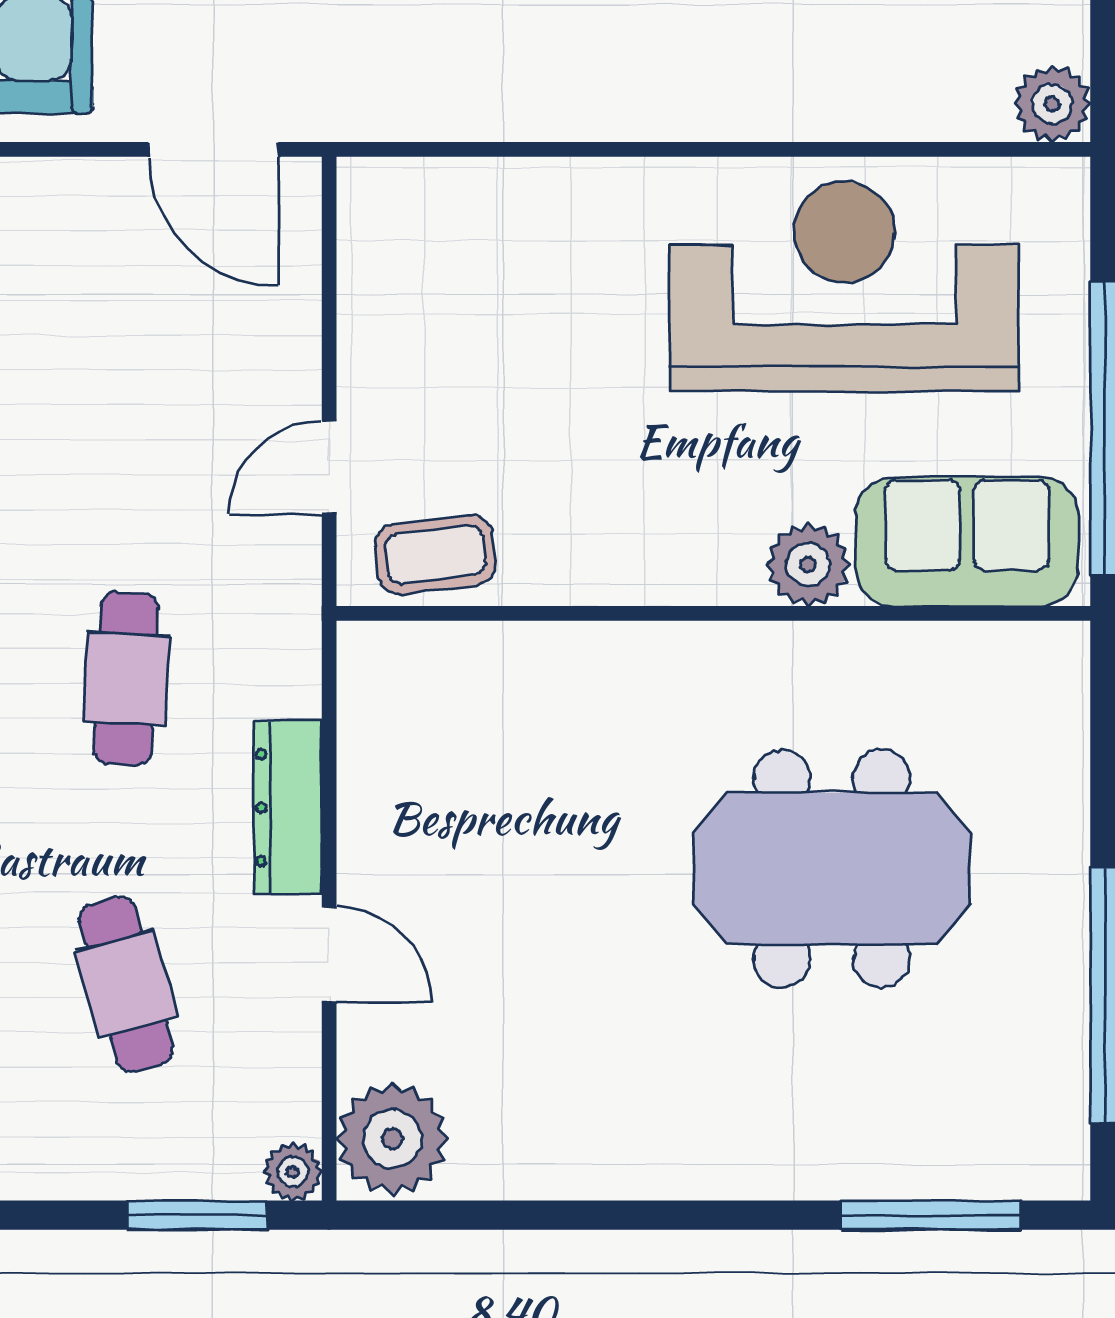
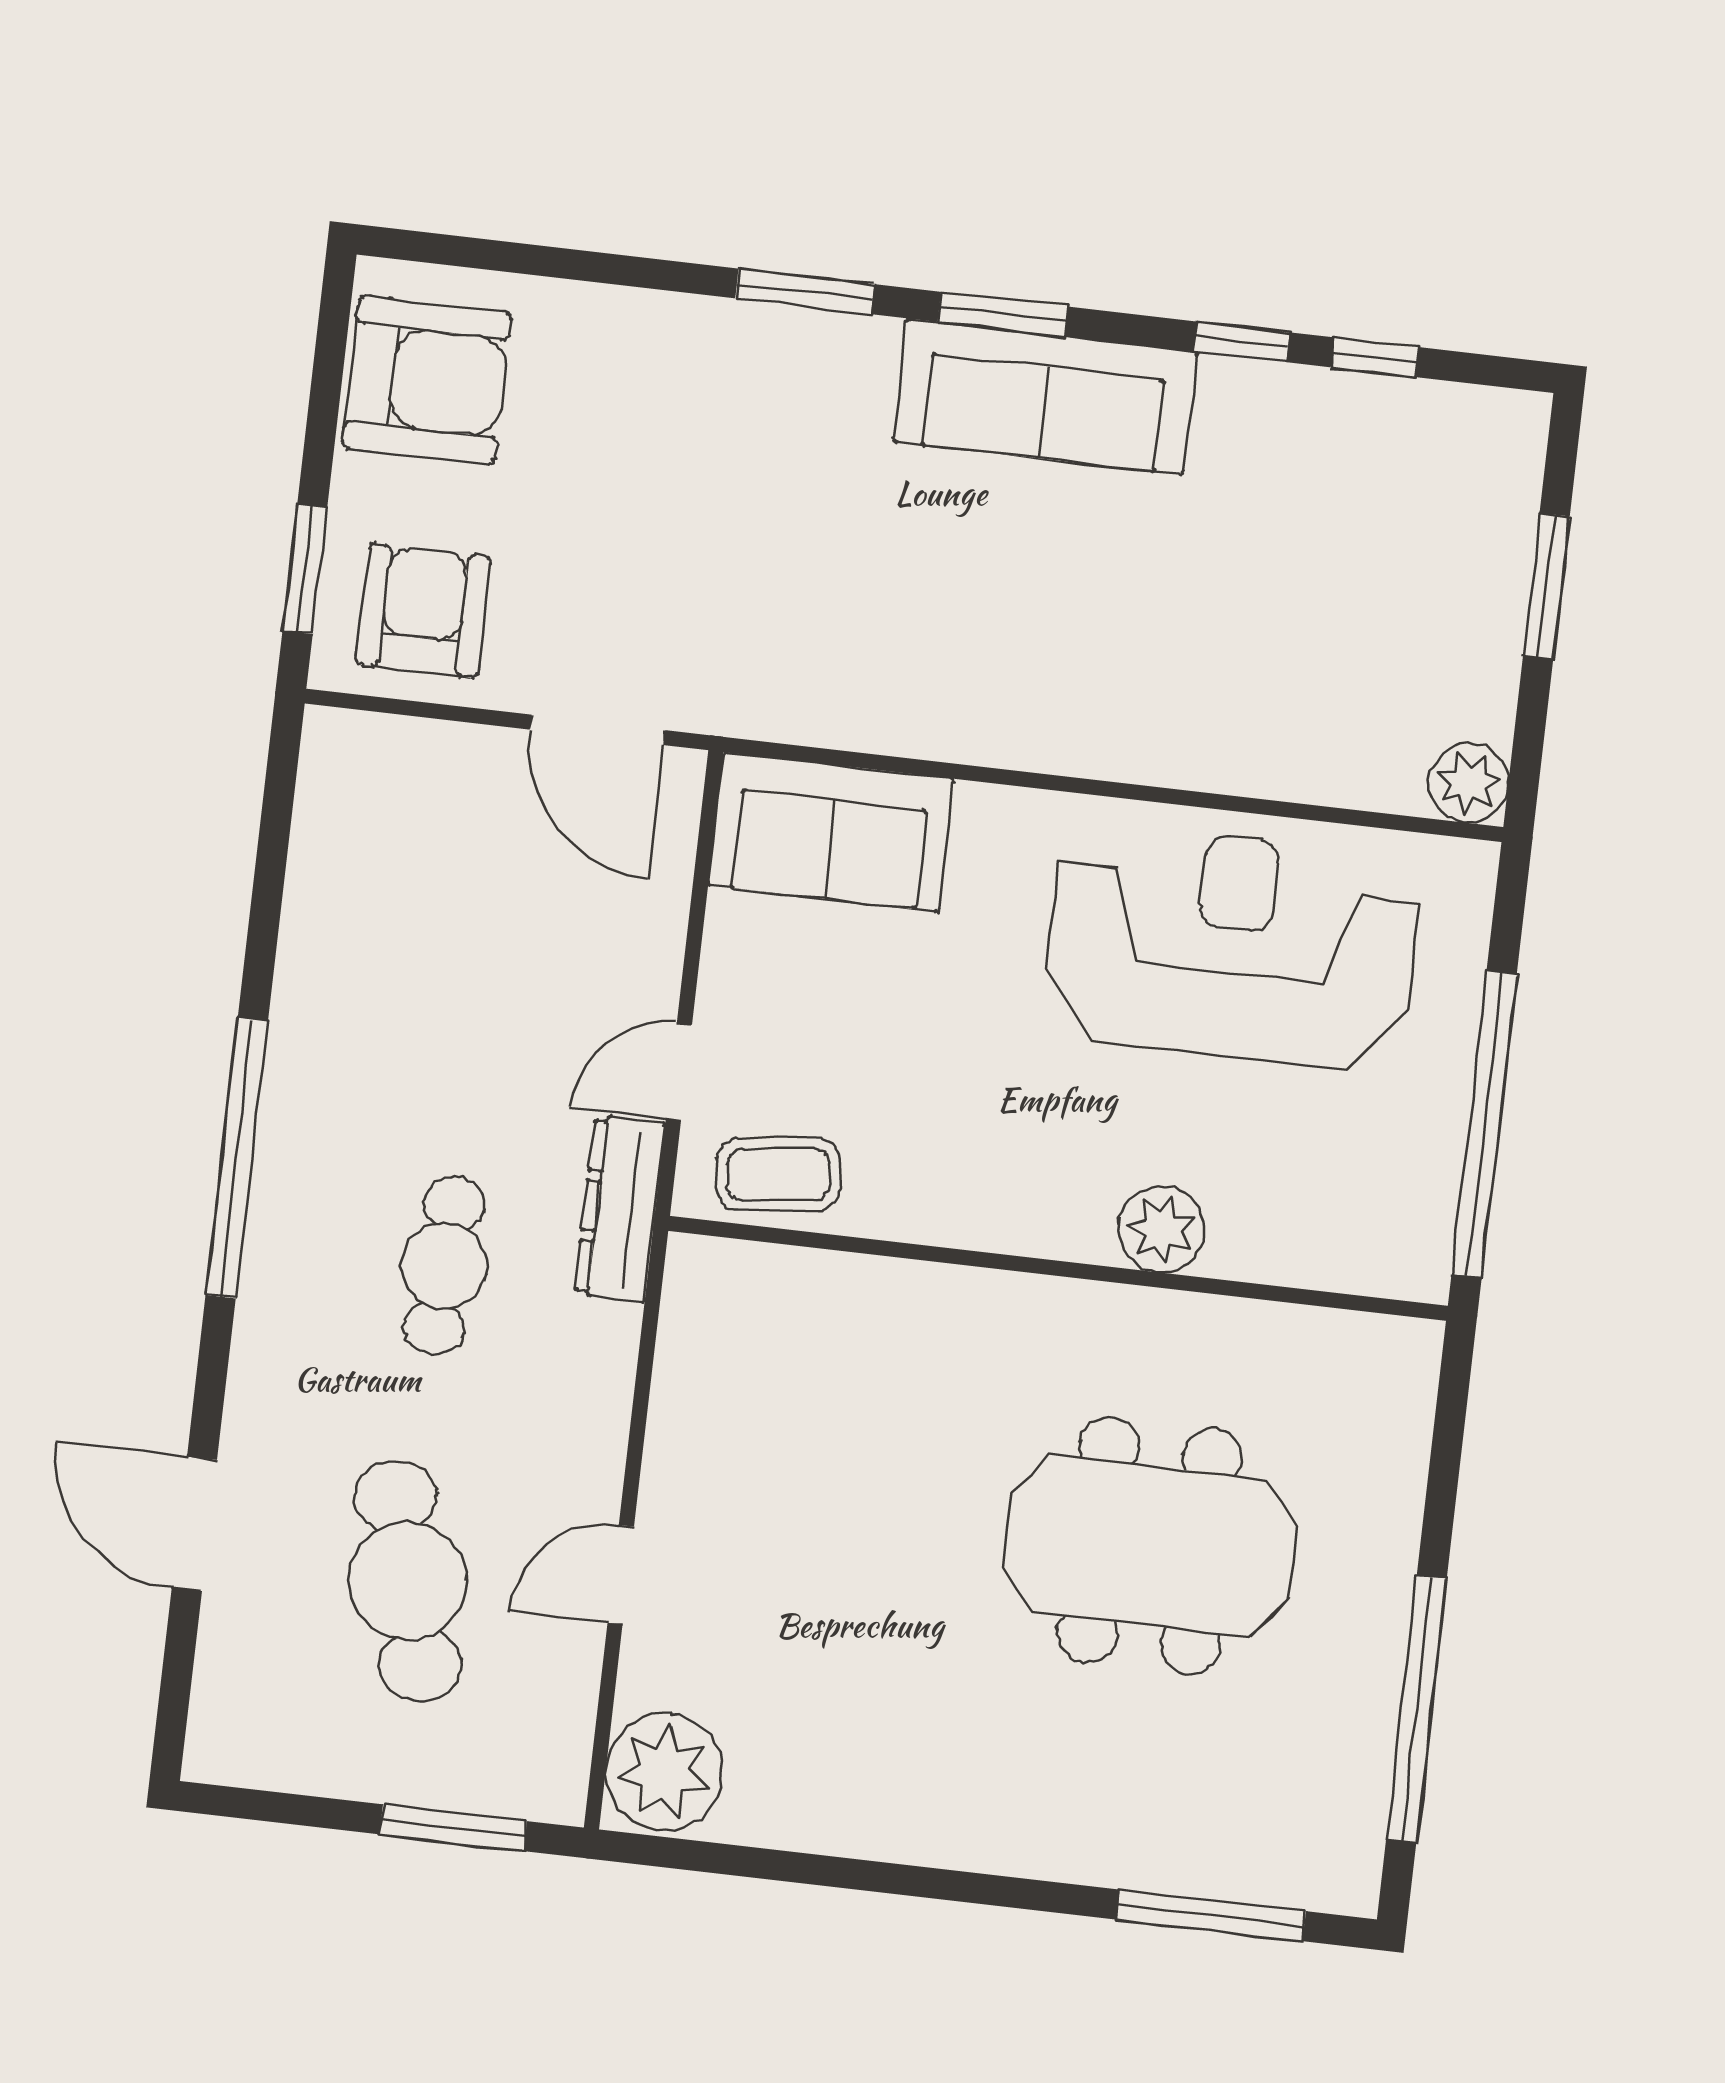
sofa: (967, 542) -> (831, 832), moved, turned 180
dresser: (288, 808) -> (620, 1209), moved
door: (329, 955) -> (621, 1575), swing flipped
cafe table: (126, 984) -> (408, 1581), width x1.37, depth x1.35
plant: (293, 1172) -> (557, 1794), removed

